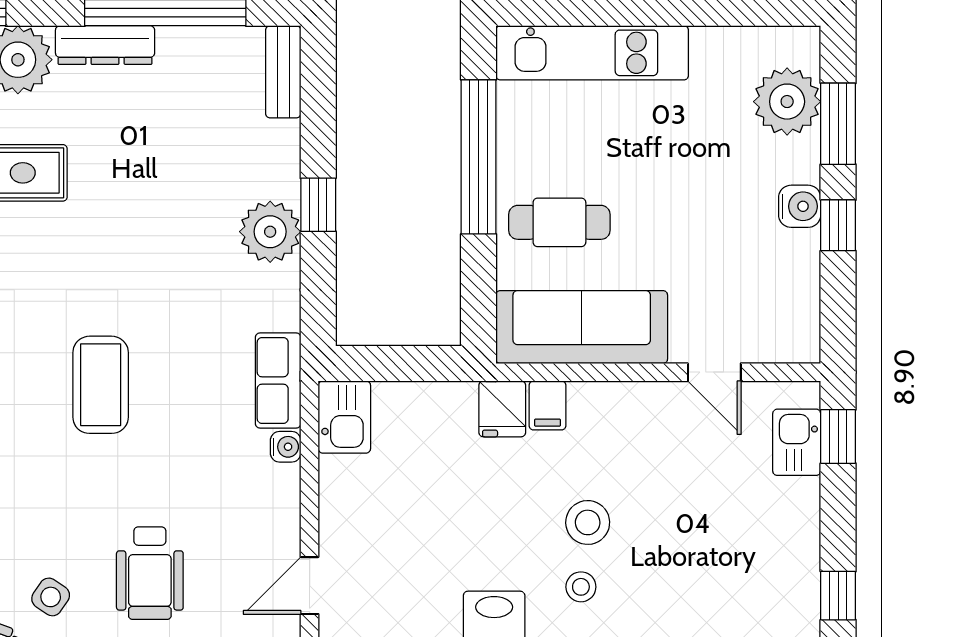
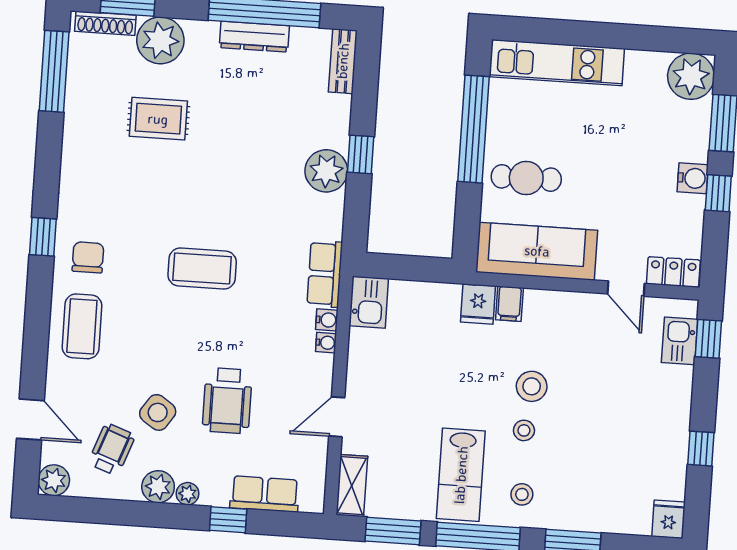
dresser: (105, 45) -> (254, 37), moved
plant: (787, 102) -> (691, 76), moved
locker: (781, 343) -> (673, 272), added
coffee table: (101, 385) -> (202, 269), turned 90
water cooler: (287, 480) -> (326, 343), added
side table: (51, 597) -> (158, 412), width x1.37, depth x1.37

